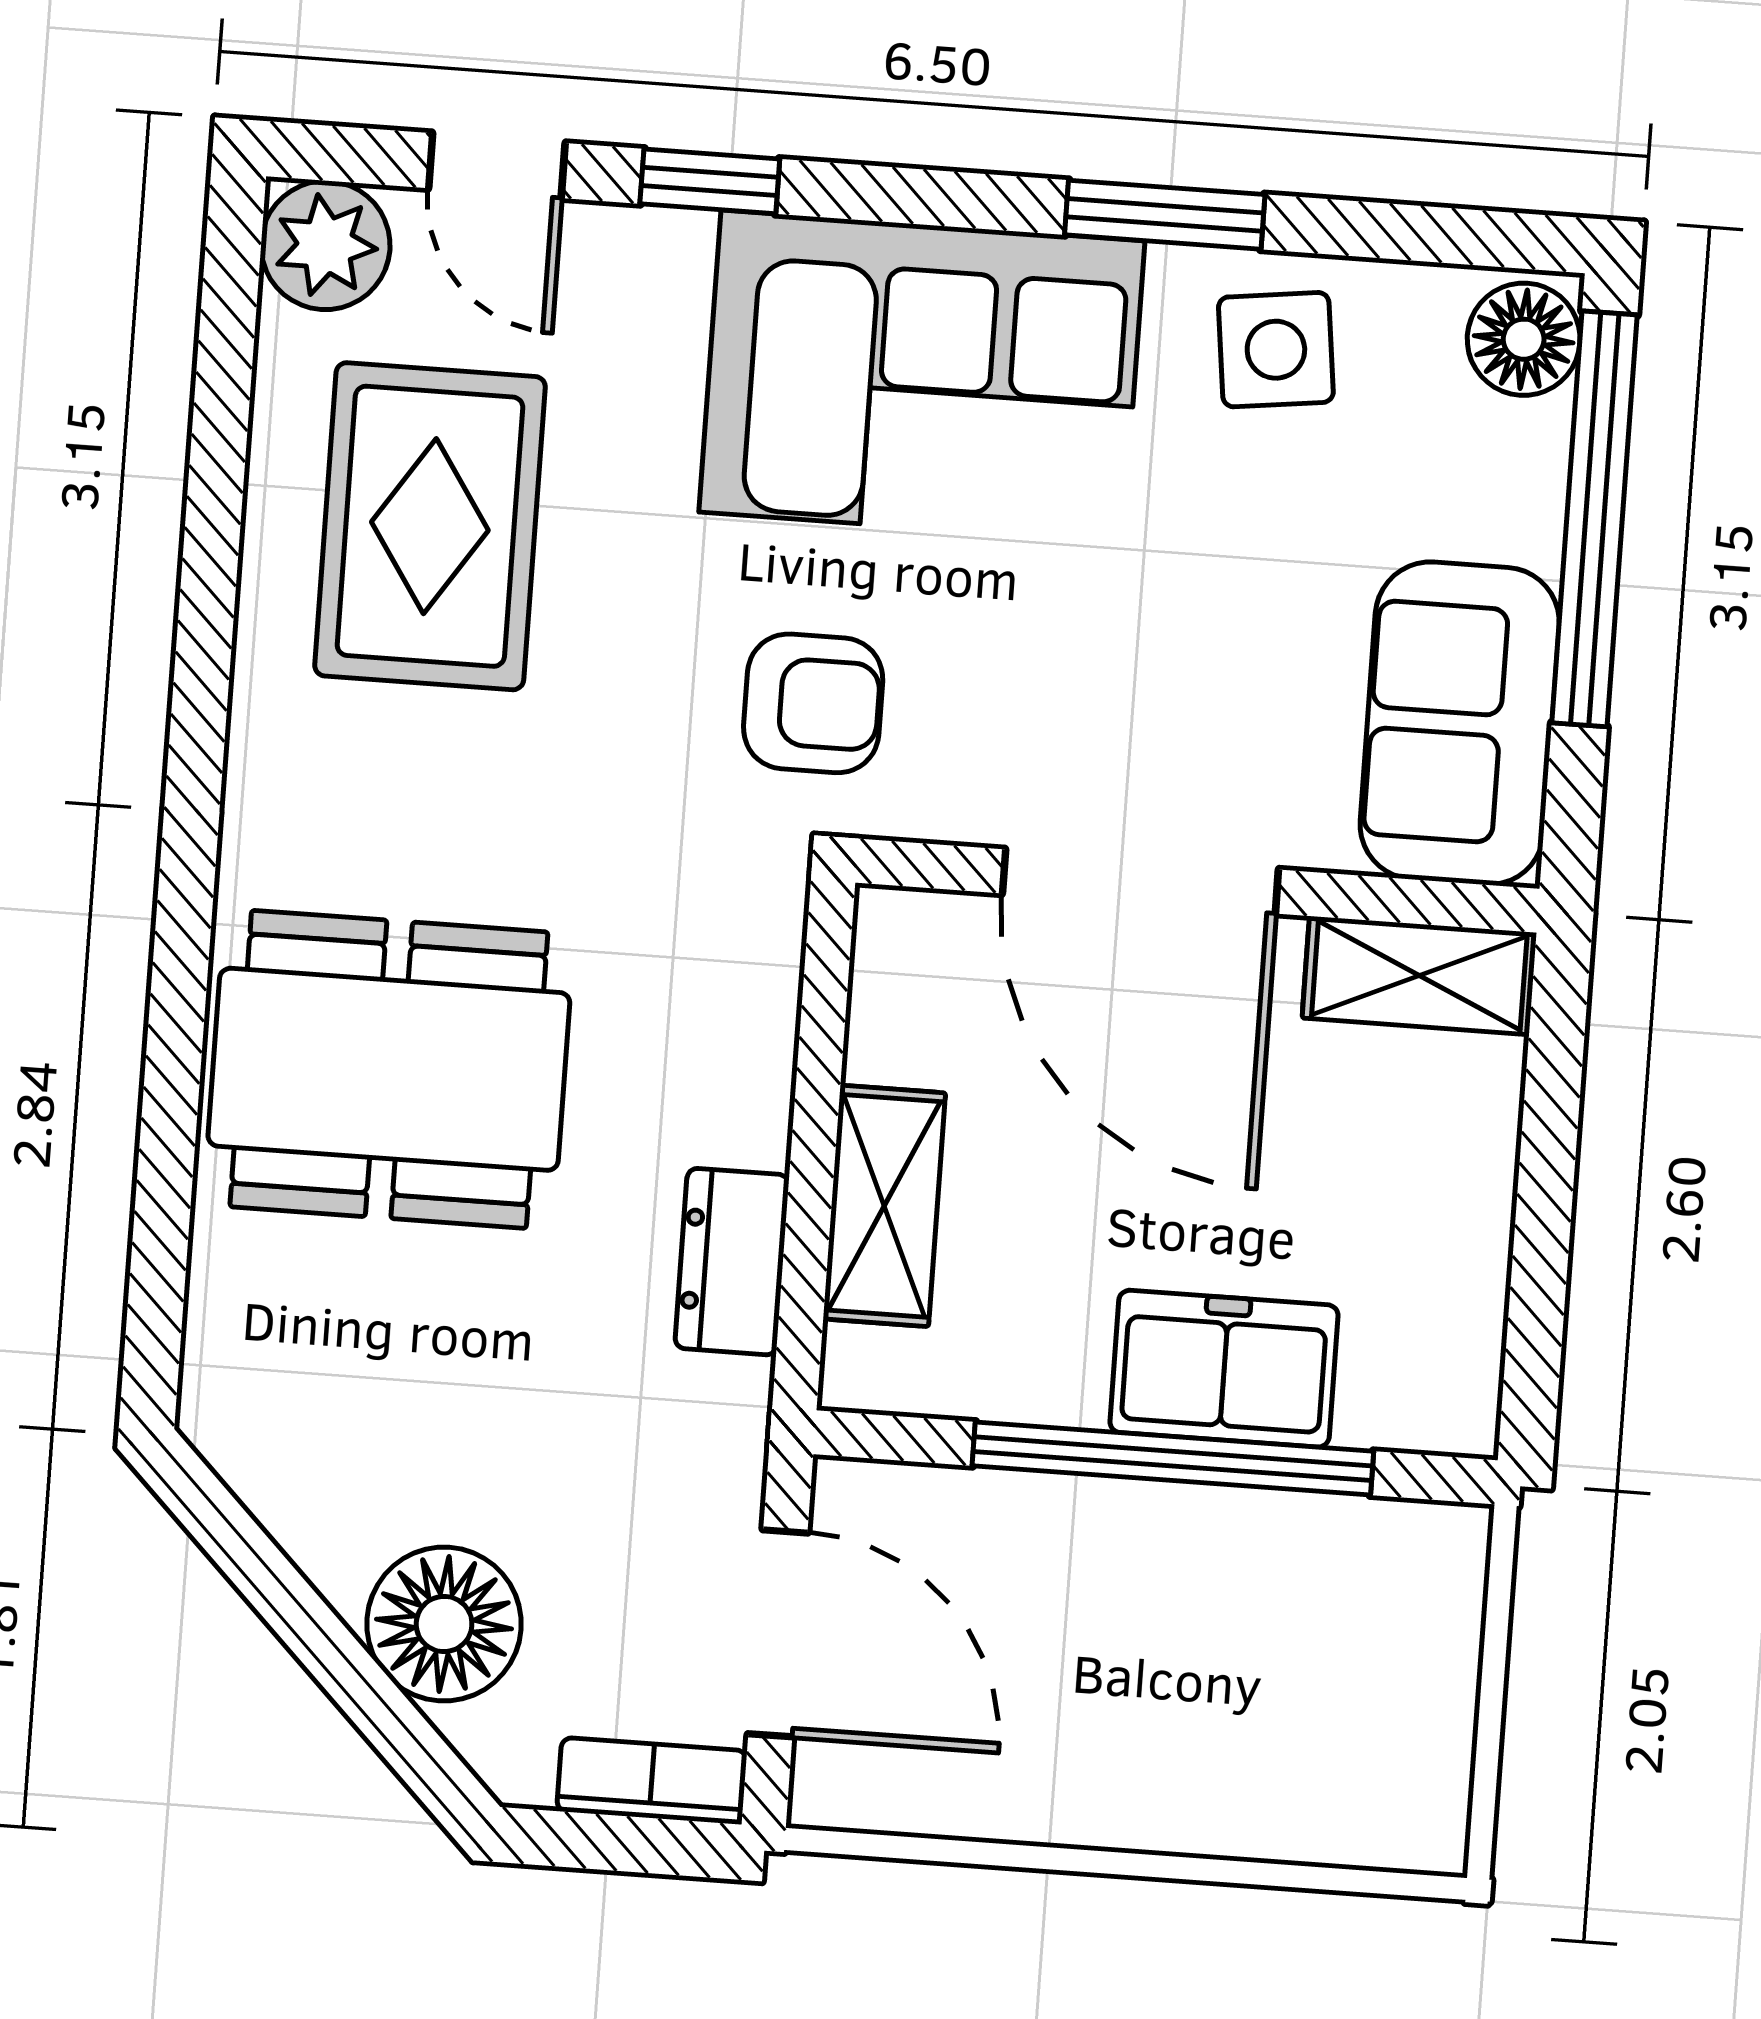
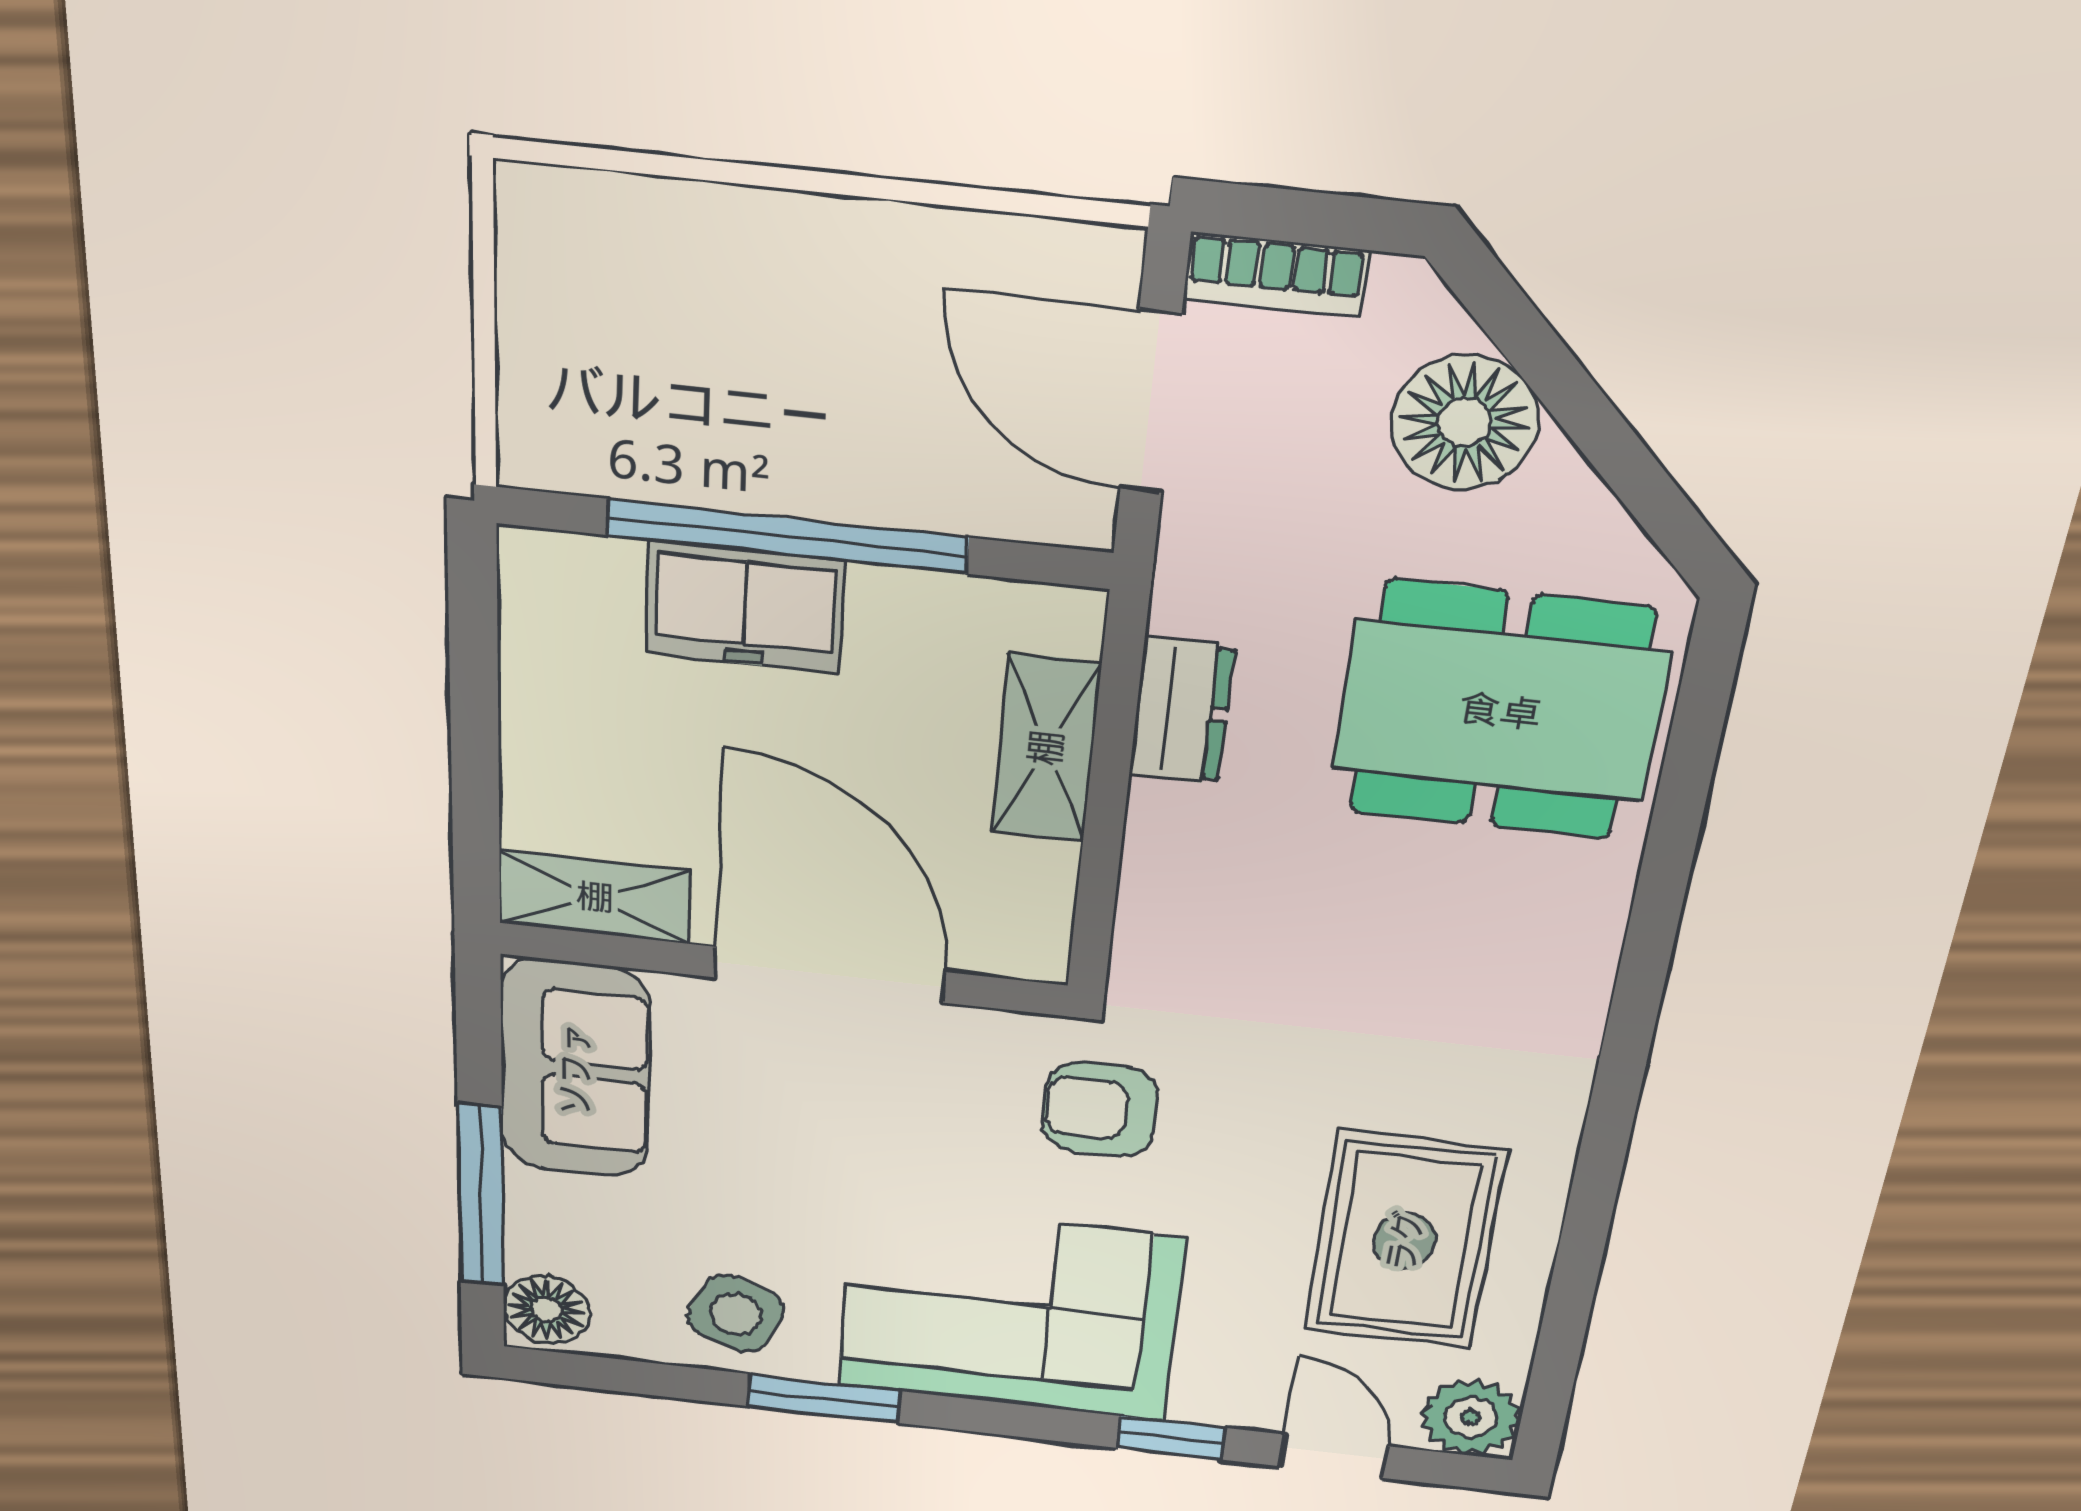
side table: (1276, 350) -> (736, 1314), turned 31
window: (1595, 519) -> (481, 1196), width x0.68
dining table: (389, 1069) -> (1500, 711), moved

